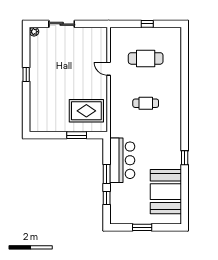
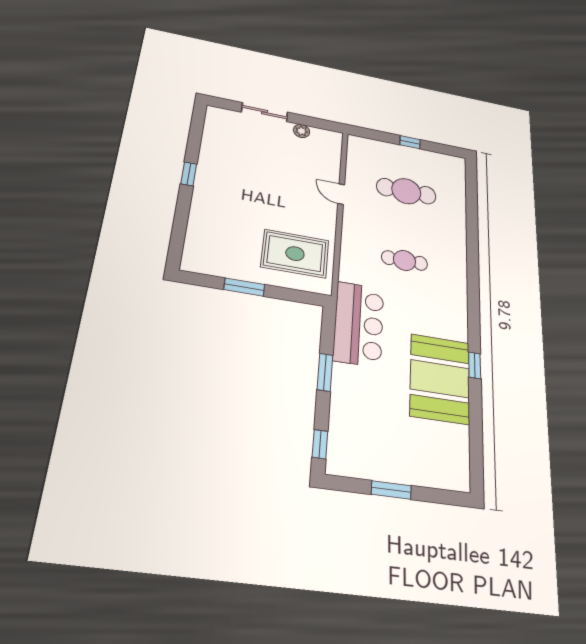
plant: (34, 32) -> (301, 131), moved
window: (77, 135) -> (244, 287), moved
bar counter: (122, 160) -> (359, 324), moved
booth: (166, 192) -> (440, 379), moved
window: (107, 198) -> (320, 444), moved

